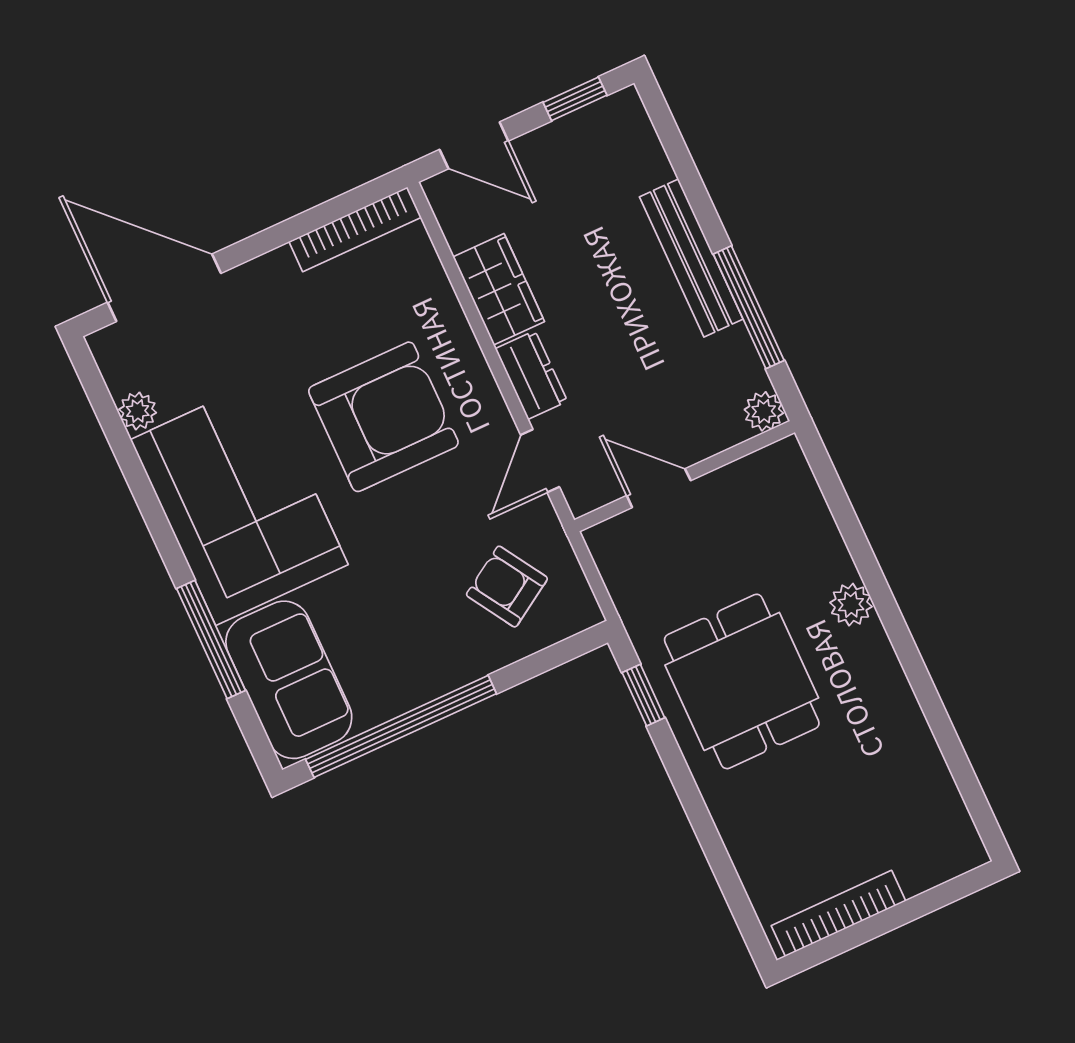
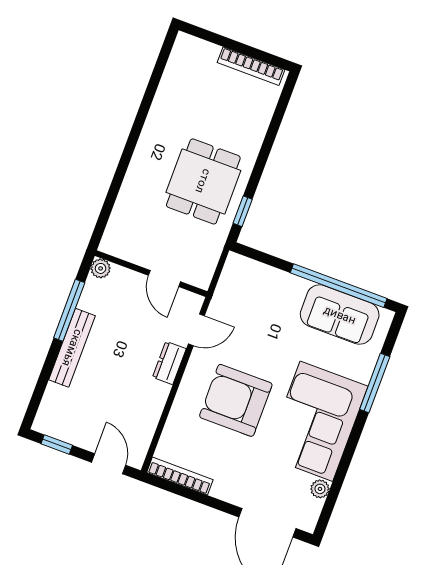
wardrobe: (499, 289) -> (150, 405), removed
armchair: (507, 587) -> (252, 297), removed
plant: (851, 605) -> (138, 170), removed
sofa: (289, 680) -> (340, 315), moved, turned -90

